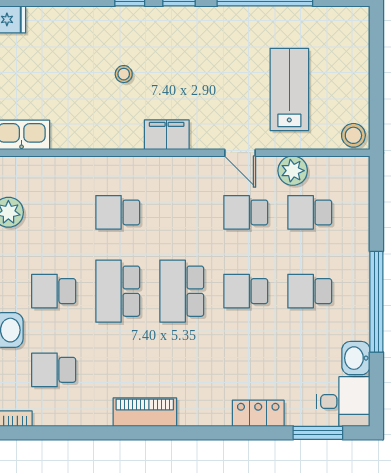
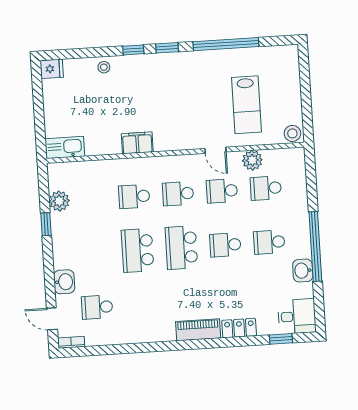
stool: (124, 74) -> (104, 67), moved
lab bench: (289, 89) -> (246, 105), turned 180
filing cabinet: (167, 135) -> (137, 143), moved
school desk: (54, 291) -> (178, 194), moved
washbasin: (356, 358) -> (303, 271), moved
piano: (145, 412) -> (198, 330), moved
window: (318, 433) -> (281, 339), width x0.67

